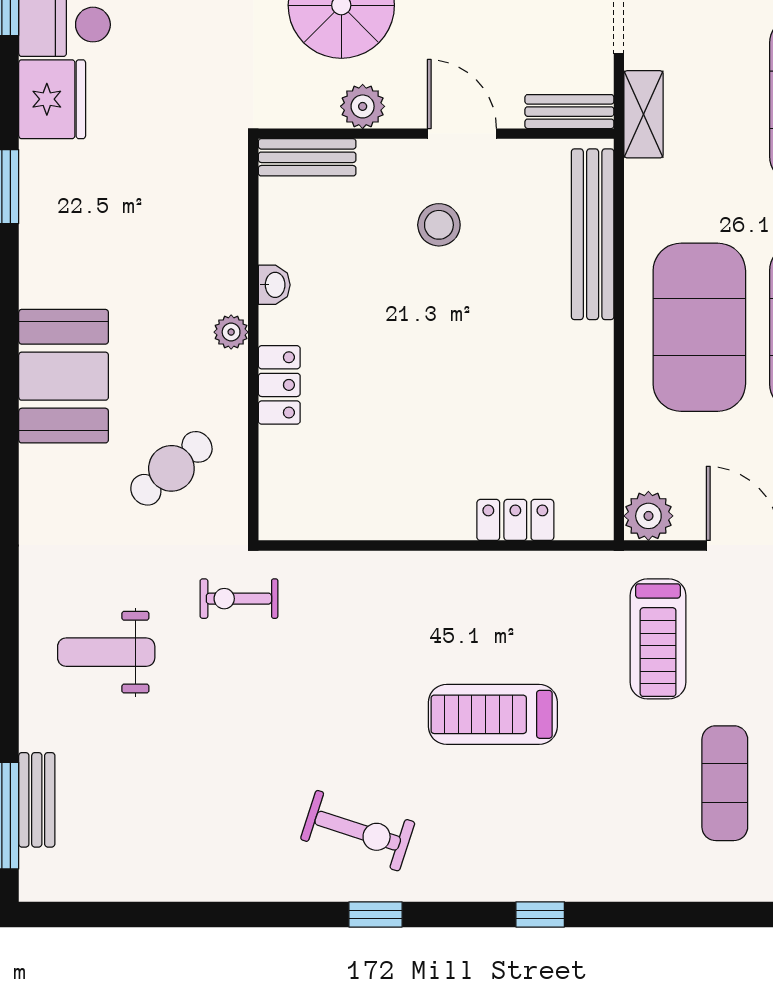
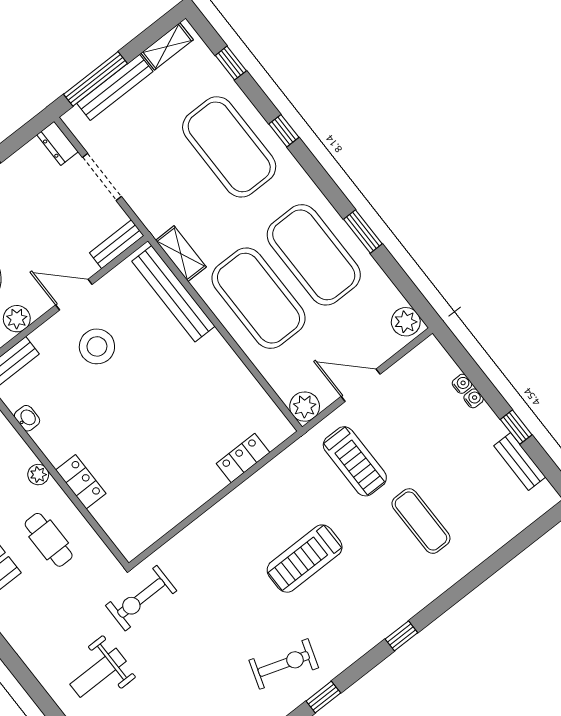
shelving: (644, 114) -> (181, 254), moved
stool: (439, 225) -> (97, 346), width x1.38, depth x1.38
washbasin: (274, 285) -> (27, 418), moved
cafe table: (171, 468) -> (49, 540), moved, turned -50
exercise bike: (239, 599) -> (141, 598), width x1.38, depth x1.39
exercise mat: (725, 783) -> (421, 521), moved

